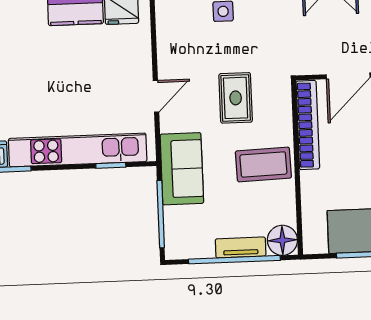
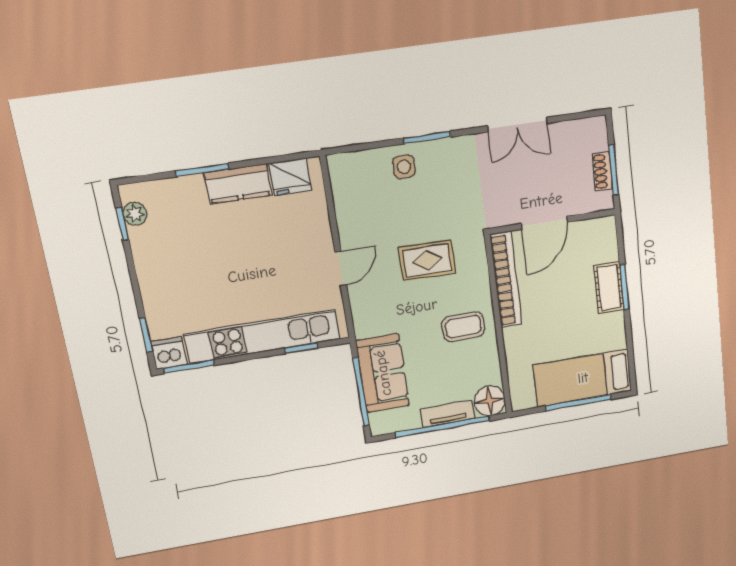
rug: (236, 98) -> (427, 260), turned 90
coffee table: (263, 164) -> (463, 327), width x0.73, depth x0.77
sofa: (182, 169) -> (383, 373), moved

